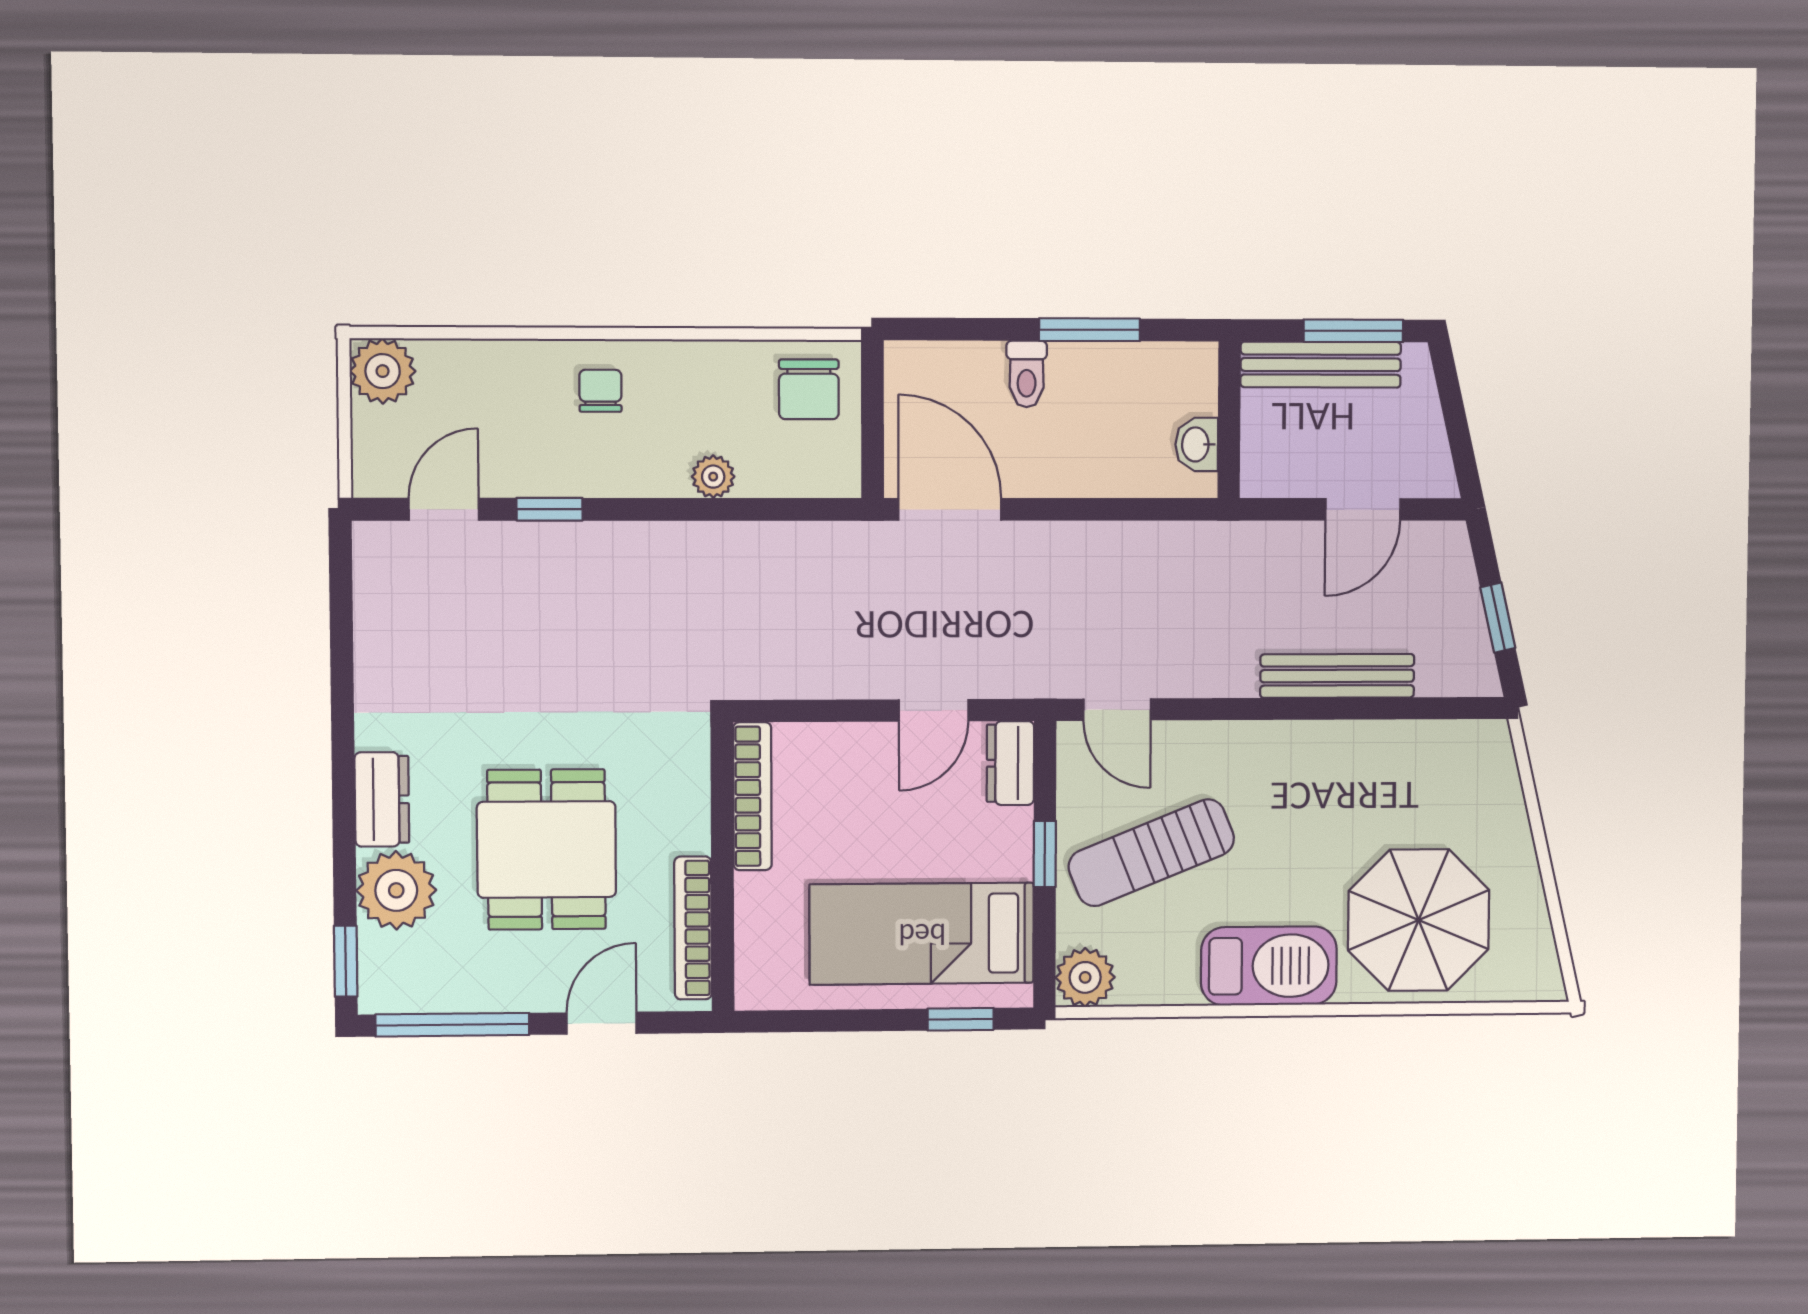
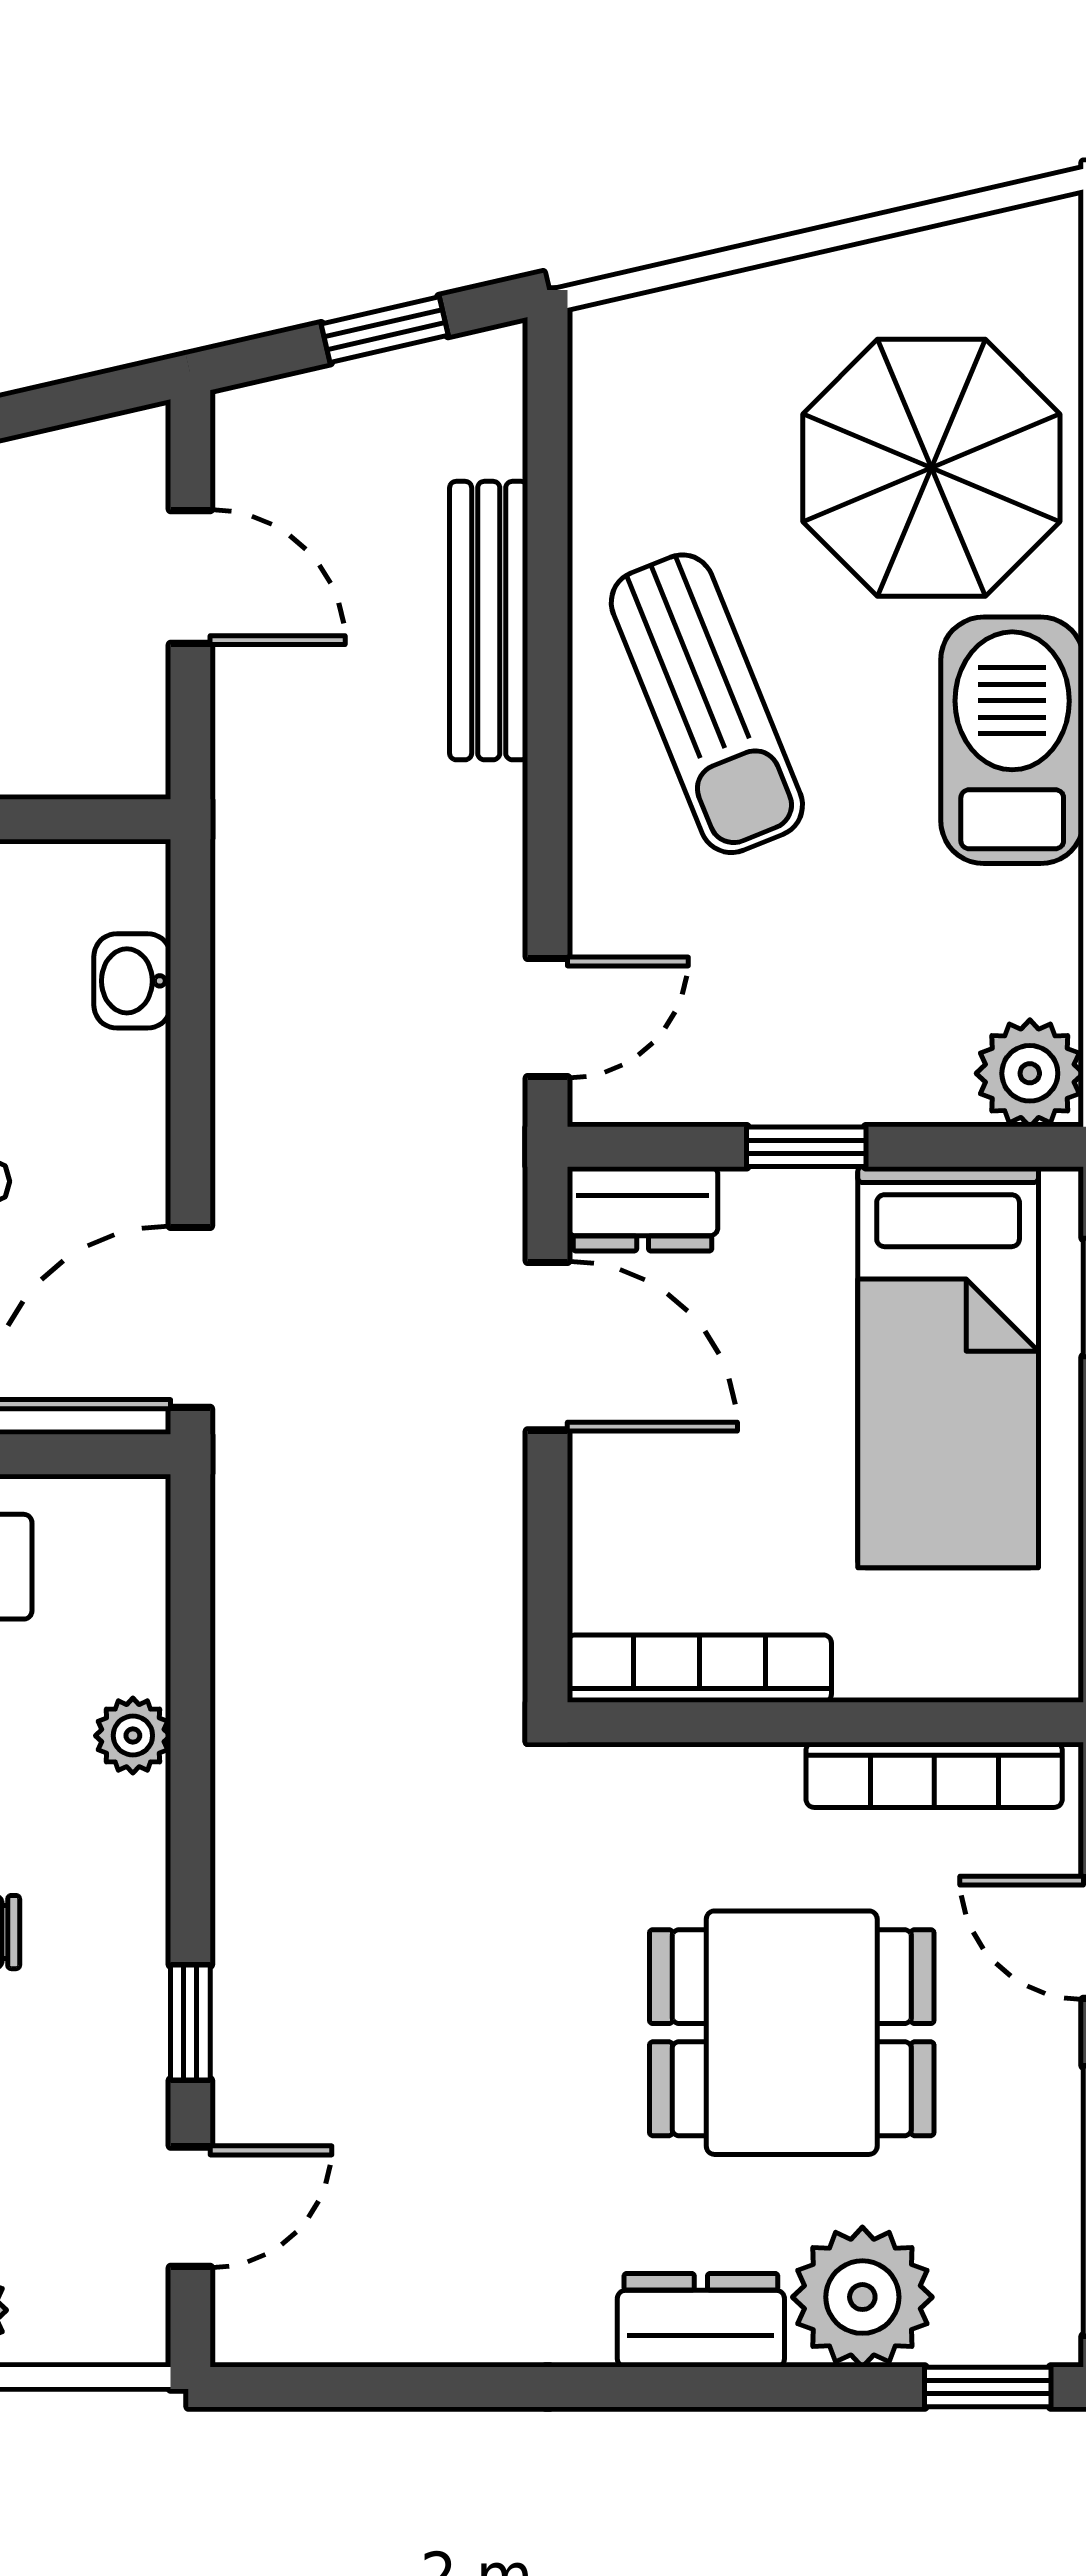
washbasin: (1197, 444) -> (132, 981), moved, turned 90
door: (444, 509) -> (190, 2207), swing flipped
door: (934, 710) -> (548, 1346), width x1.38
sun lounger: (1151, 853) -> (707, 704), moved

